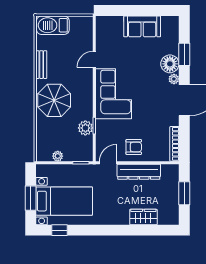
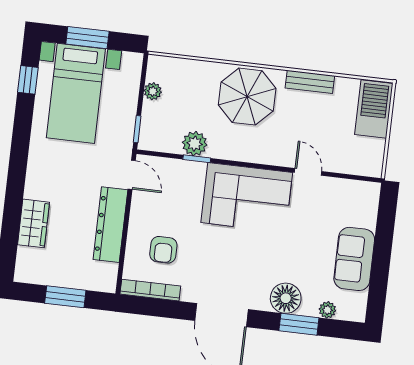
plant: (174, 79) -> (327, 310), moved
armchair: (134, 147) -> (163, 250), moved

